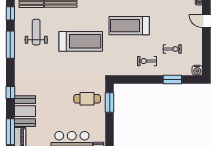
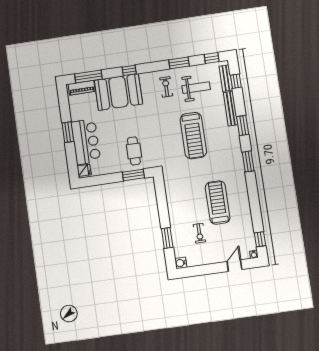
treadmill: (129, 26) -> (218, 202), moved
window: (10, 45) -> (179, 63), width x0.69
exercise bike: (147, 61) -> (166, 87), moved
booth: (25, 111) -> (118, 92), width x1.36, depth x1.42

